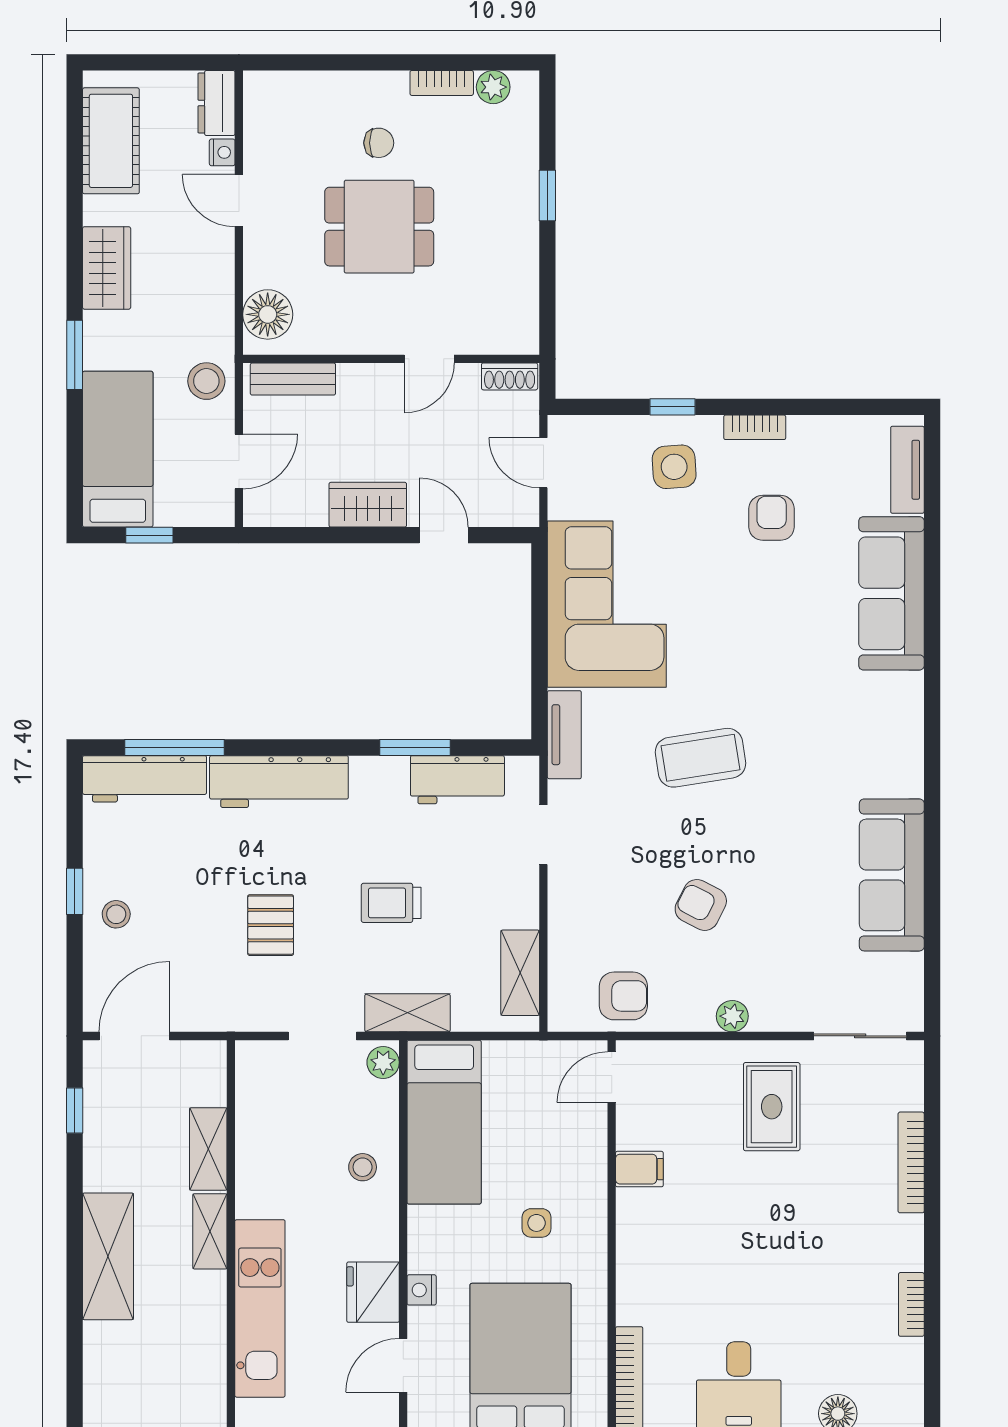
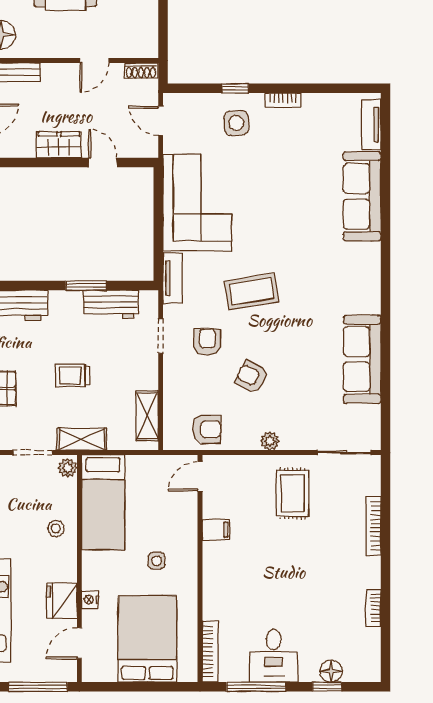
armchair: (772, 518) -> (207, 342), moved

